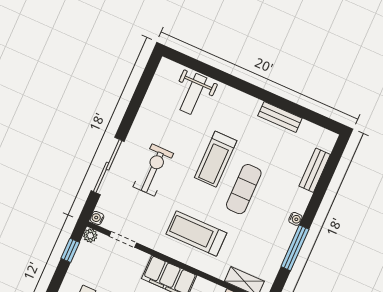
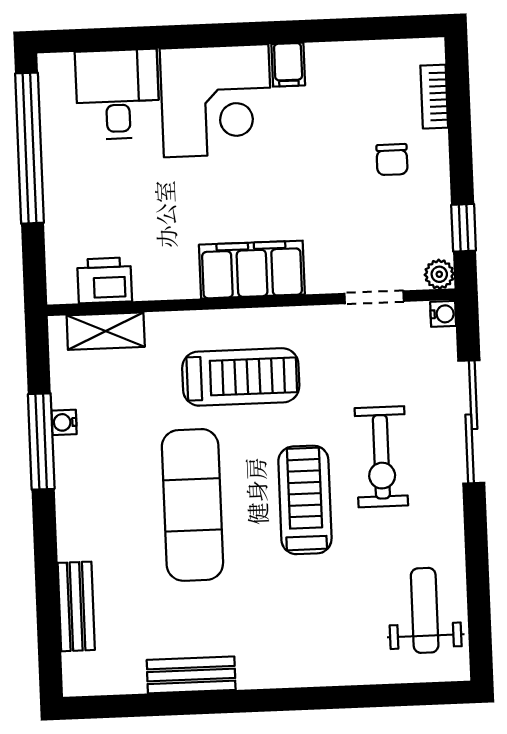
weight bench: (193, 94) -> (425, 610), moved
treadmill: (216, 159) -> (305, 500), moved
exercise mat: (244, 189) -> (192, 505), width x1.36, depth x1.45
water cooler: (295, 219) -> (64, 422), moved

